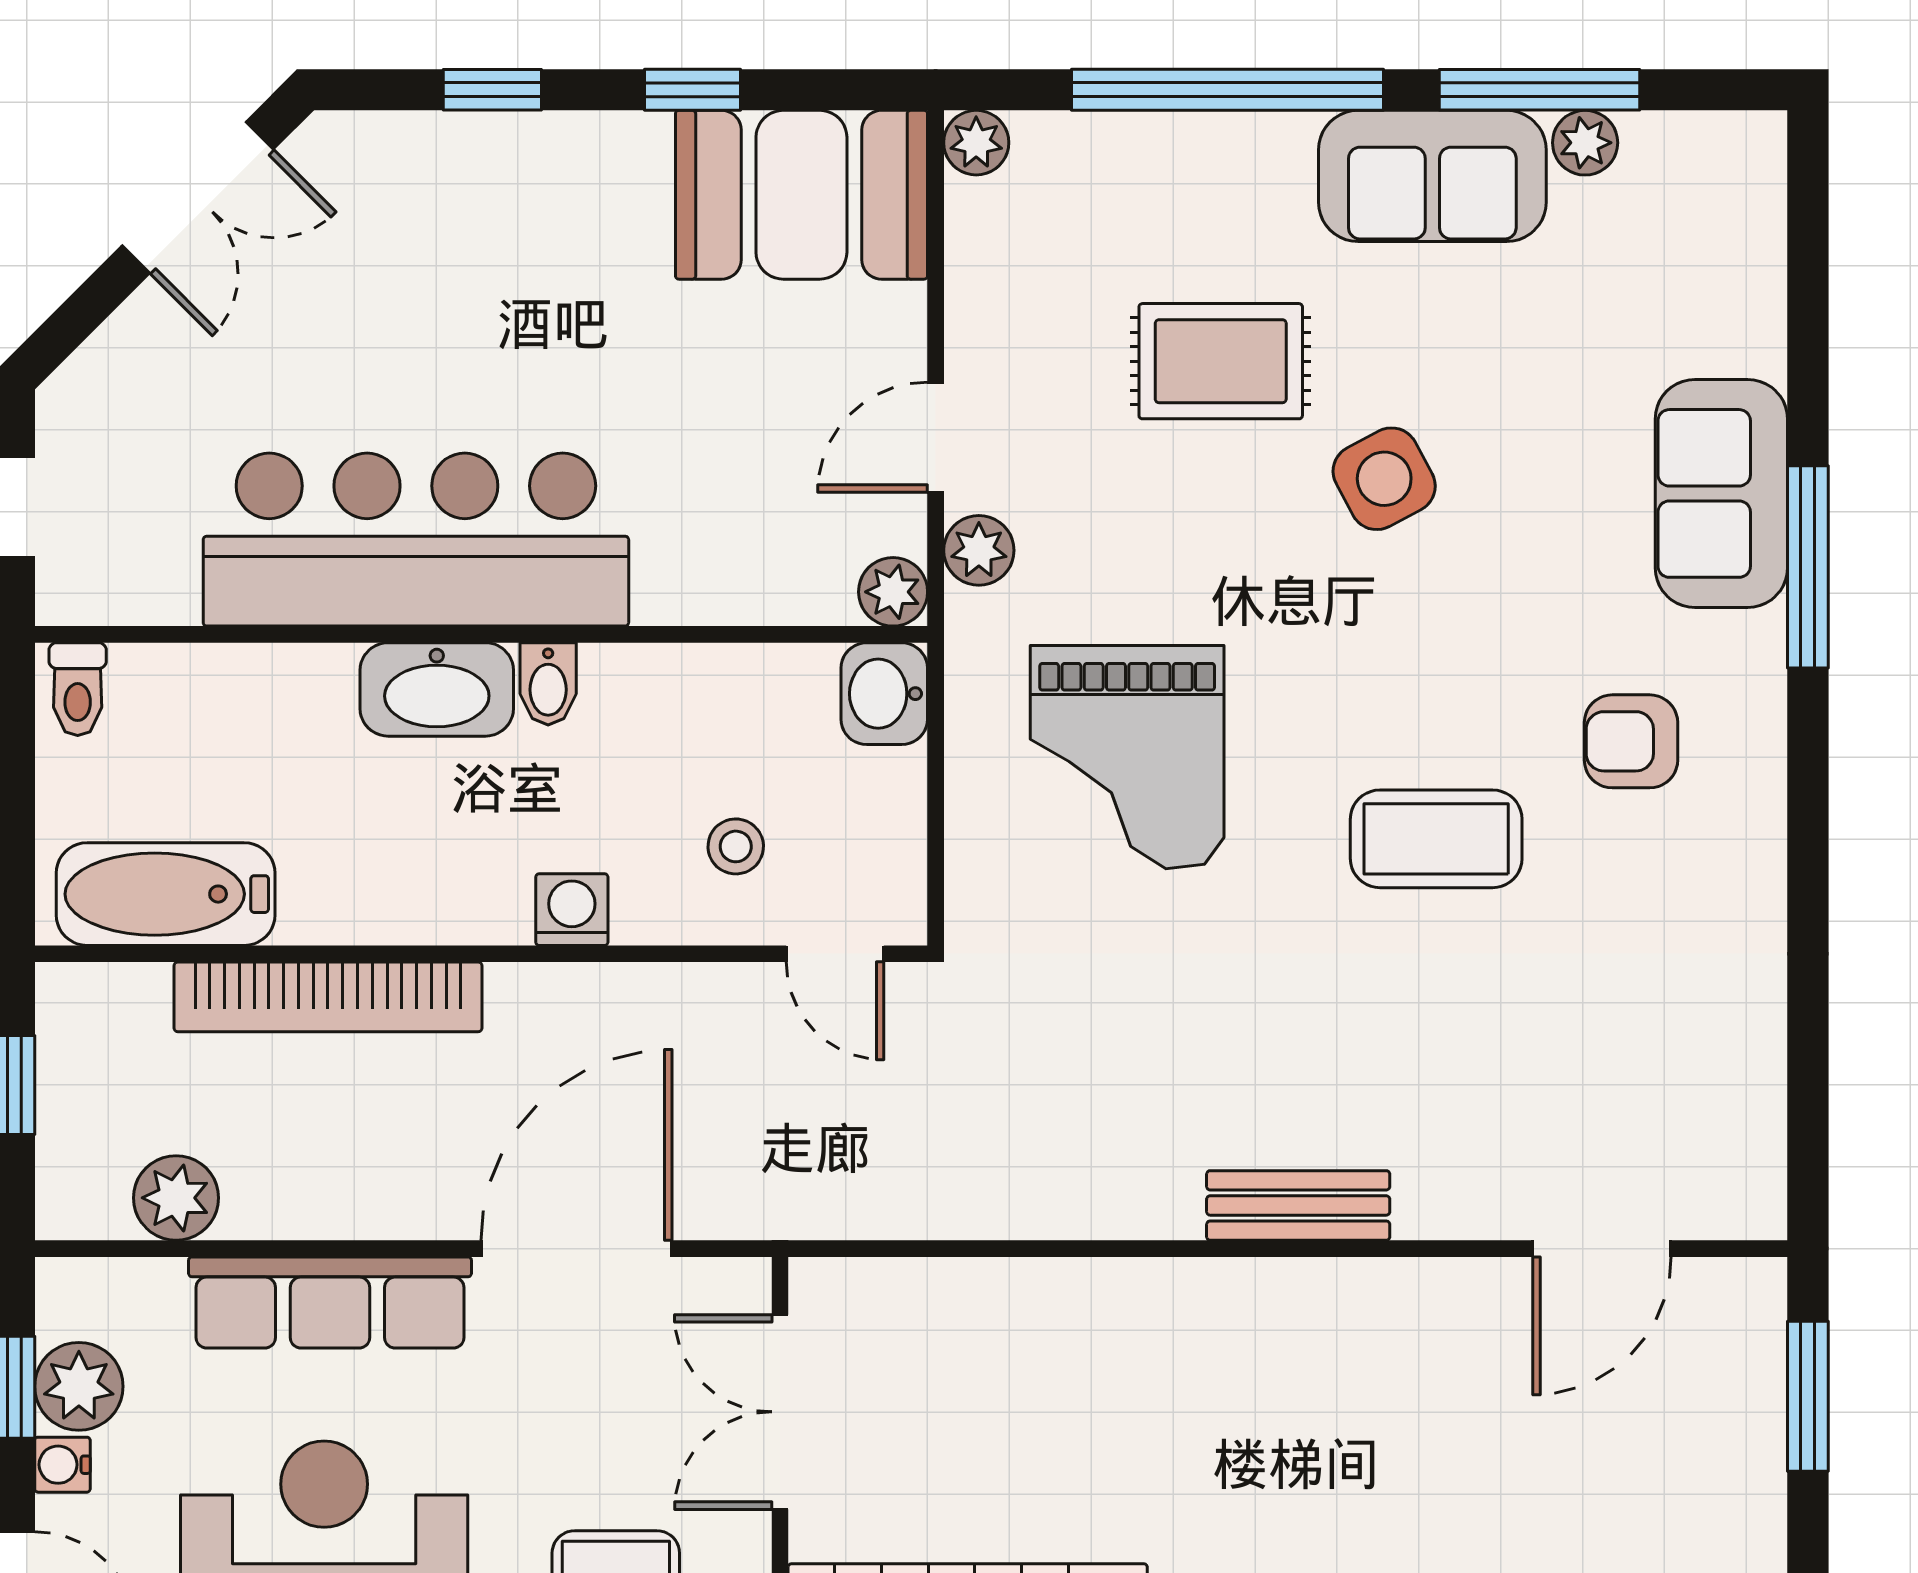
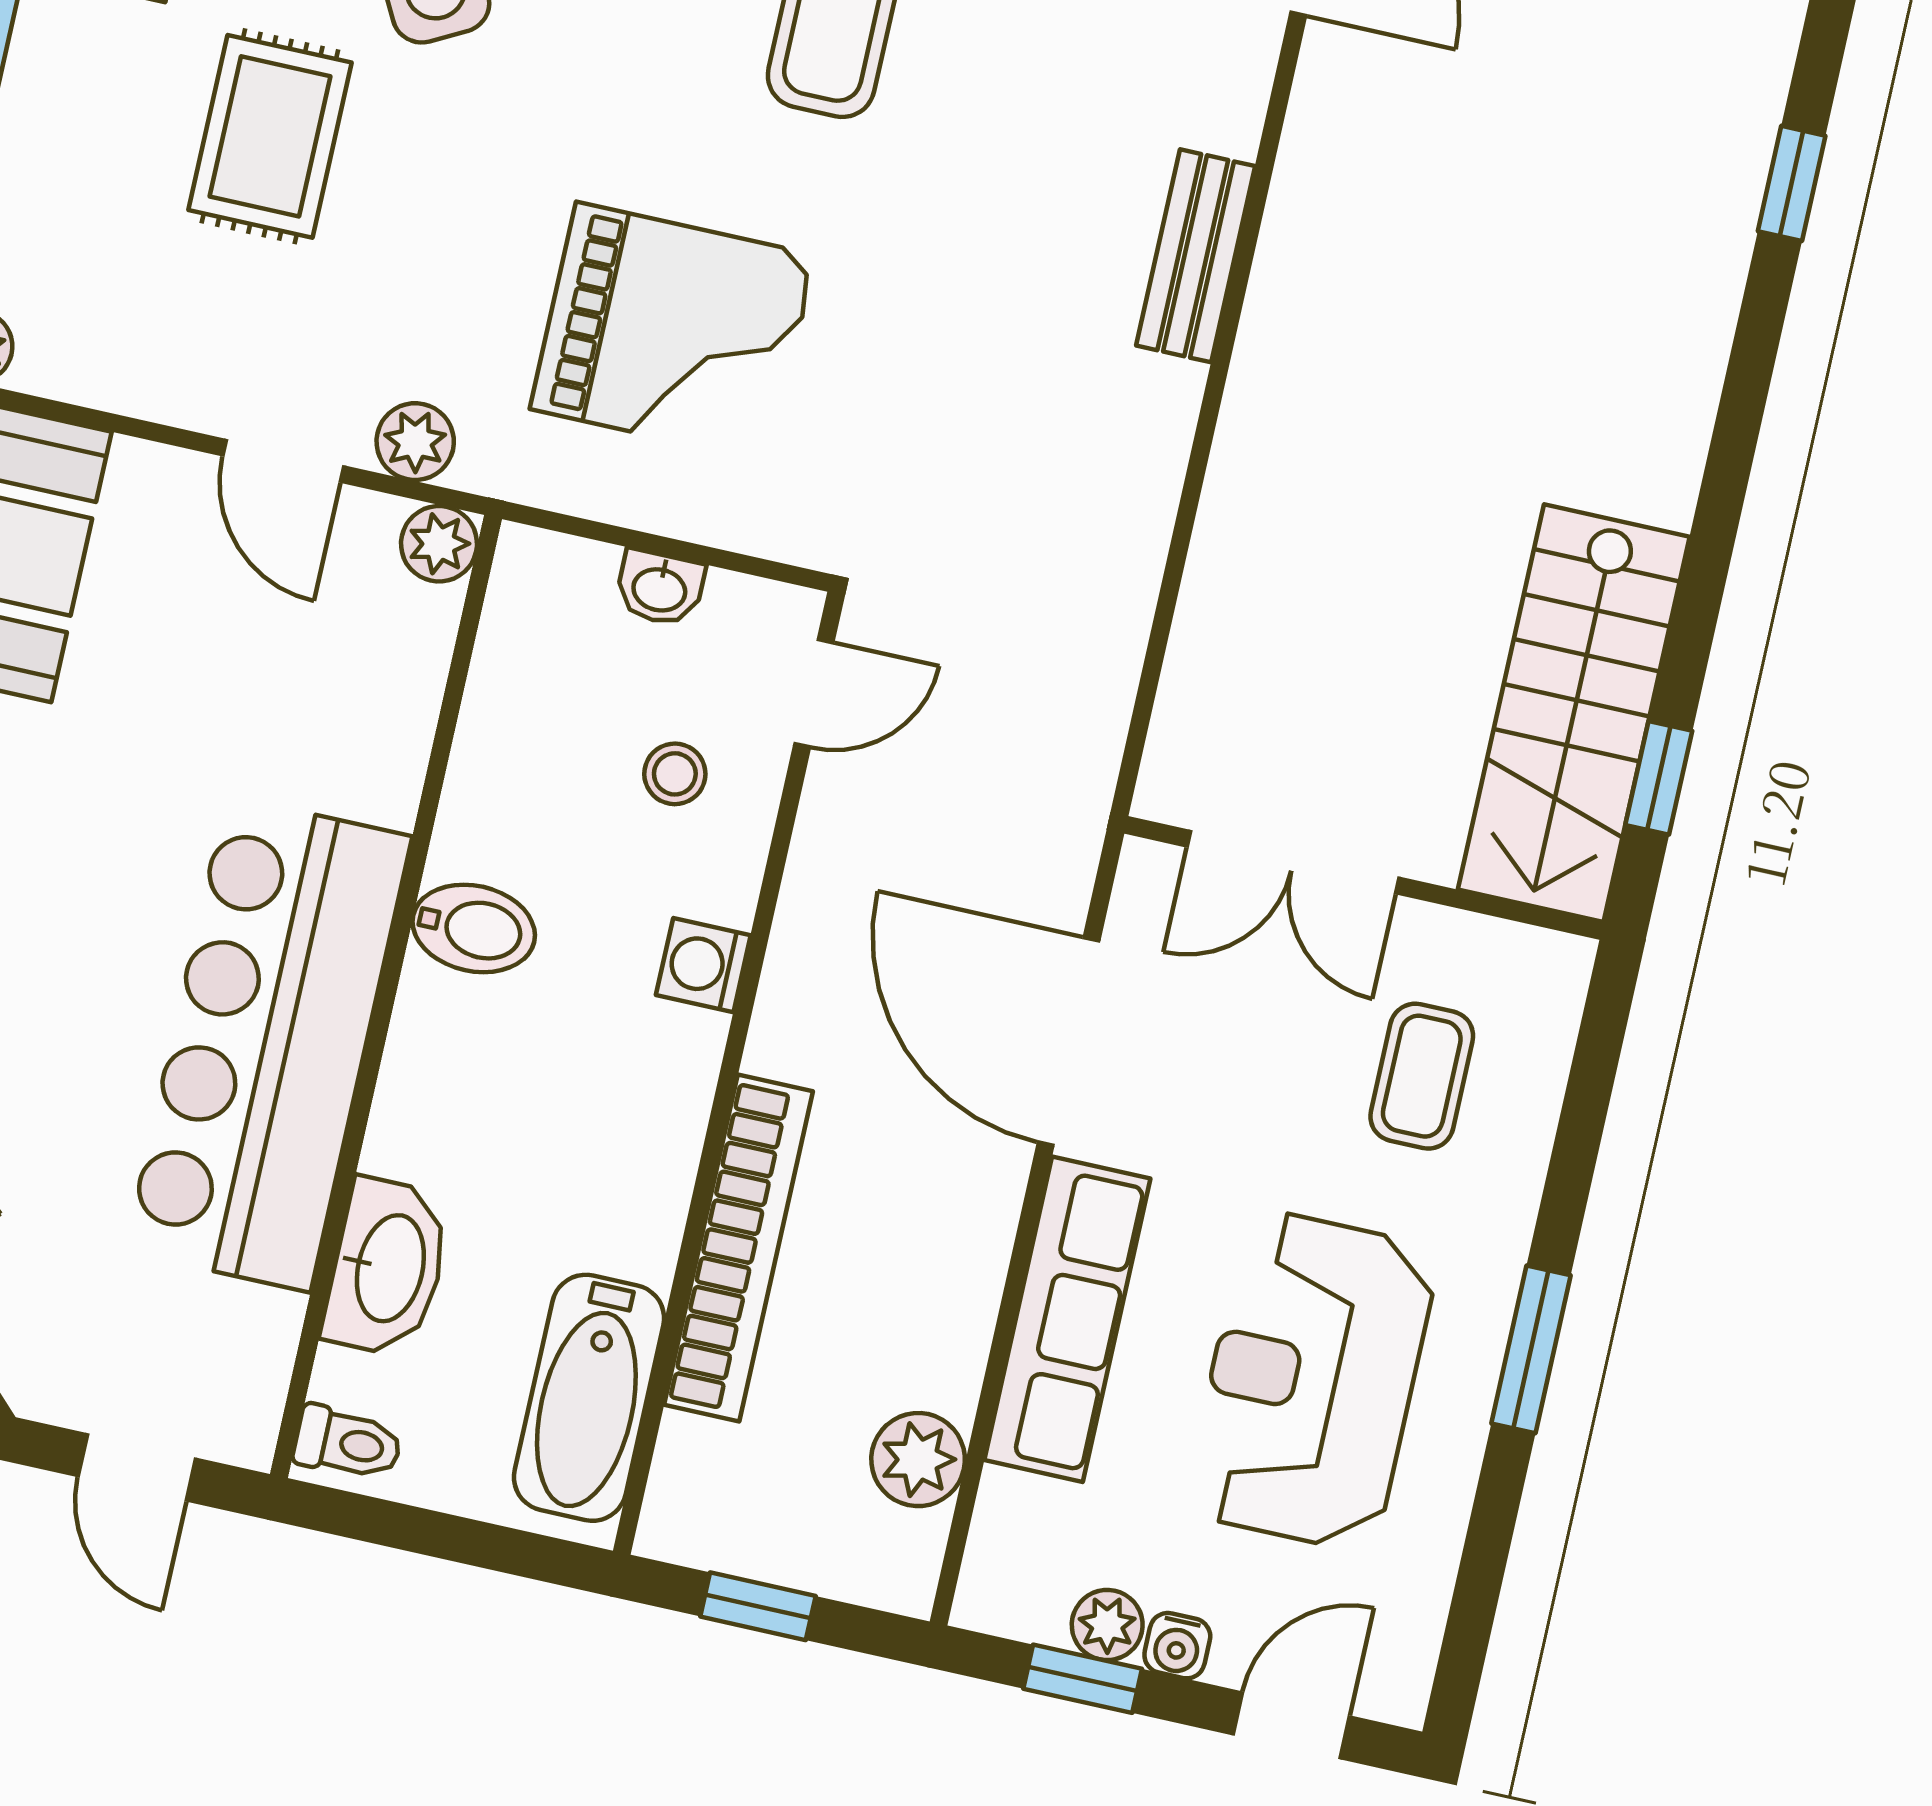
bidet: (548, 684) -> (474, 928), width x1.38, depth x1.36
washbasin: (437, 689) -> (387, 1268), moved
washbasin: (884, 694) -> (660, 588), moved, width x0.72, depth x0.69
plant: (79, 1386) -> (1107, 1625), width x0.73, depth x0.73

